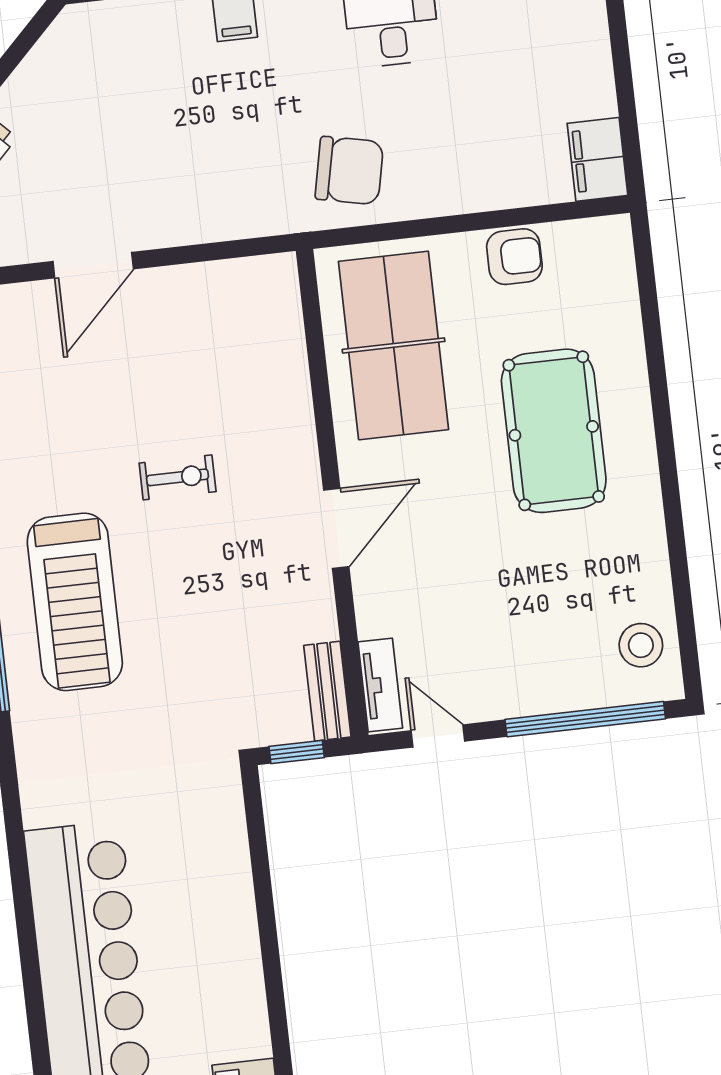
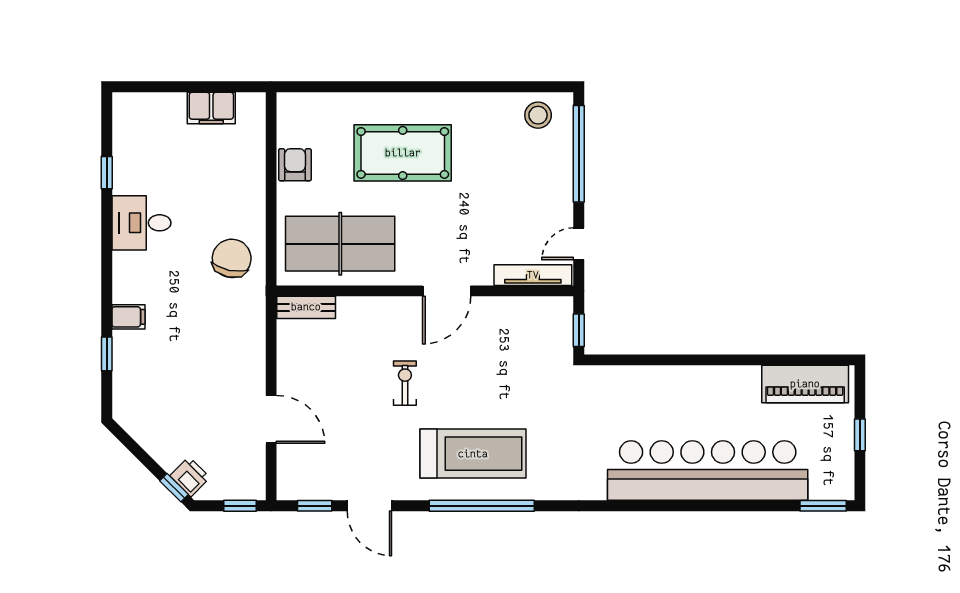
filing cabinet: (597, 159) -> (211, 108), moved
door: (336, 528) -> (447, 291), swing flipped
tv unit: (380, 685) -> (533, 275), width x1.41
bench: (327, 691) -> (306, 307), moved

